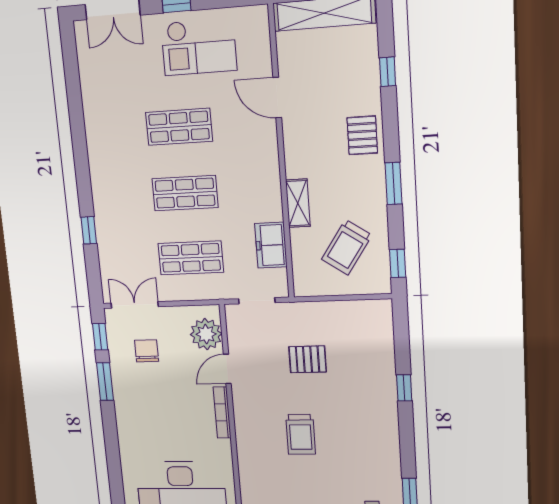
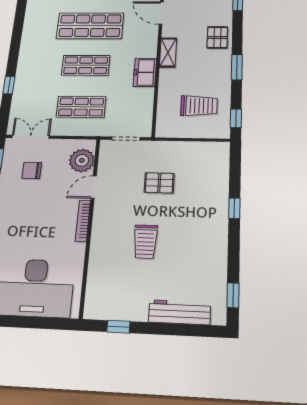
shop shelf: (179, 127) -> (90, 26), width x1.43, depth x1.36
shelving: (298, 203) -> (168, 52), moved
freezer: (271, 245) -> (145, 72), moved
trolley: (347, 247) -> (199, 106), turned -124
chair: (147, 351) -> (32, 170), turned -90

